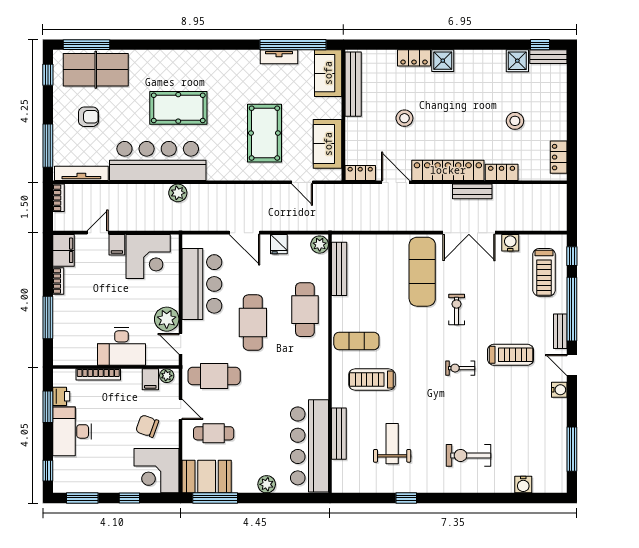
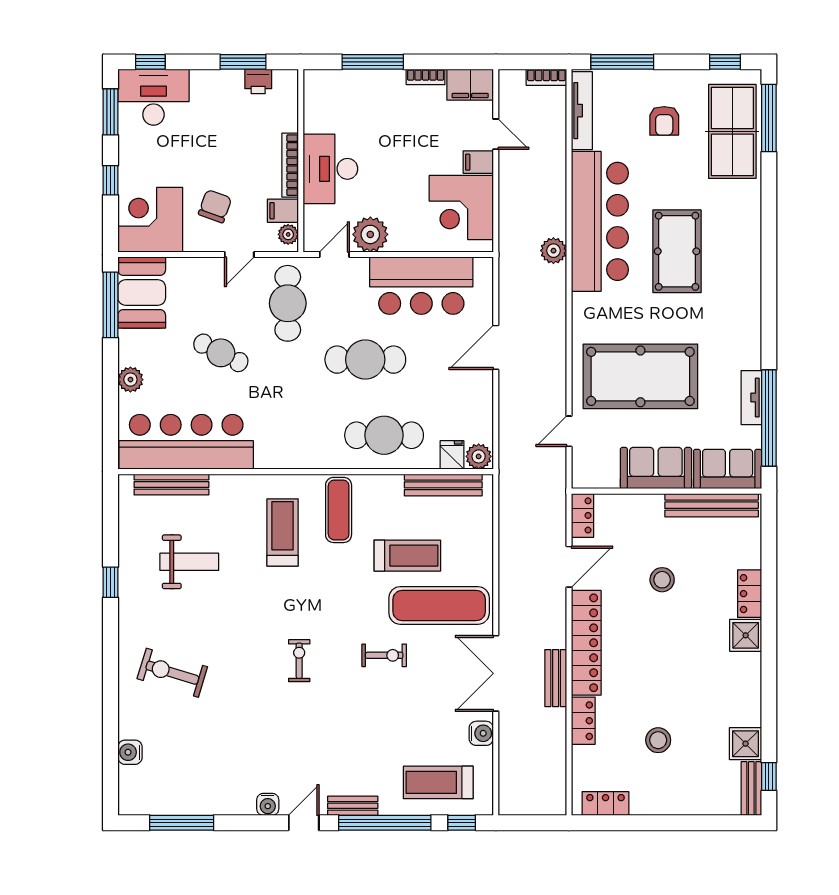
pool table: (264, 133) -> (640, 376), width x1.36, depth x1.32
sofa: (328, 144) -> (656, 468), moved
fridge: (279, 244) -> (452, 455), moved, turned 90
treadmill: (511, 355) -> (407, 556), moved, turned -90
bookcase: (98, 374) -> (290, 165), moved
desk: (72, 431) -> (153, 97), moved
cafe table: (214, 433) -> (221, 353), moved, turned -63
bench: (339, 434) -> (171, 484), moved
exercise bike: (468, 455) -> (172, 673), turned -73

